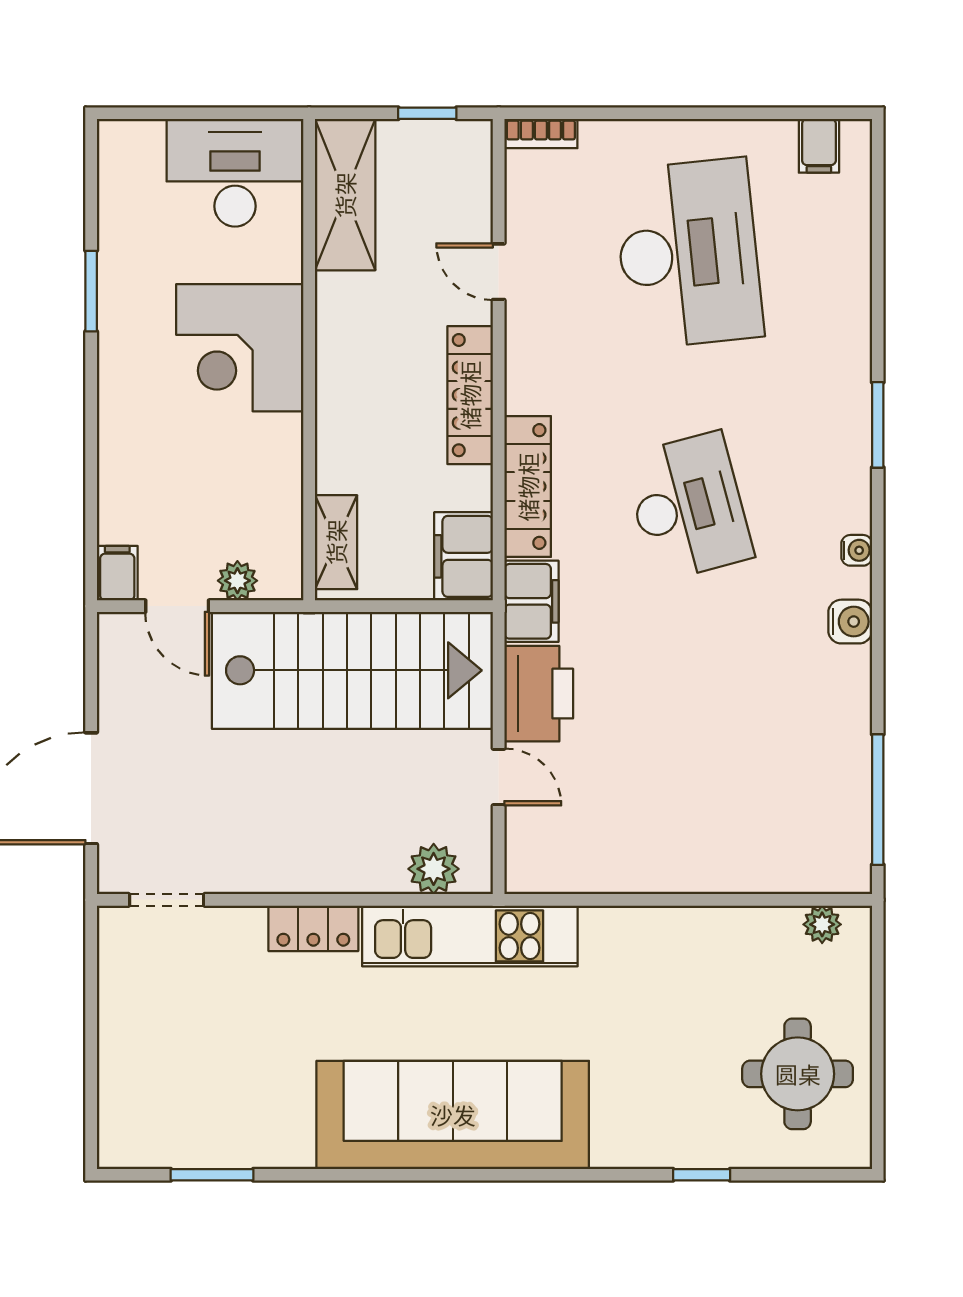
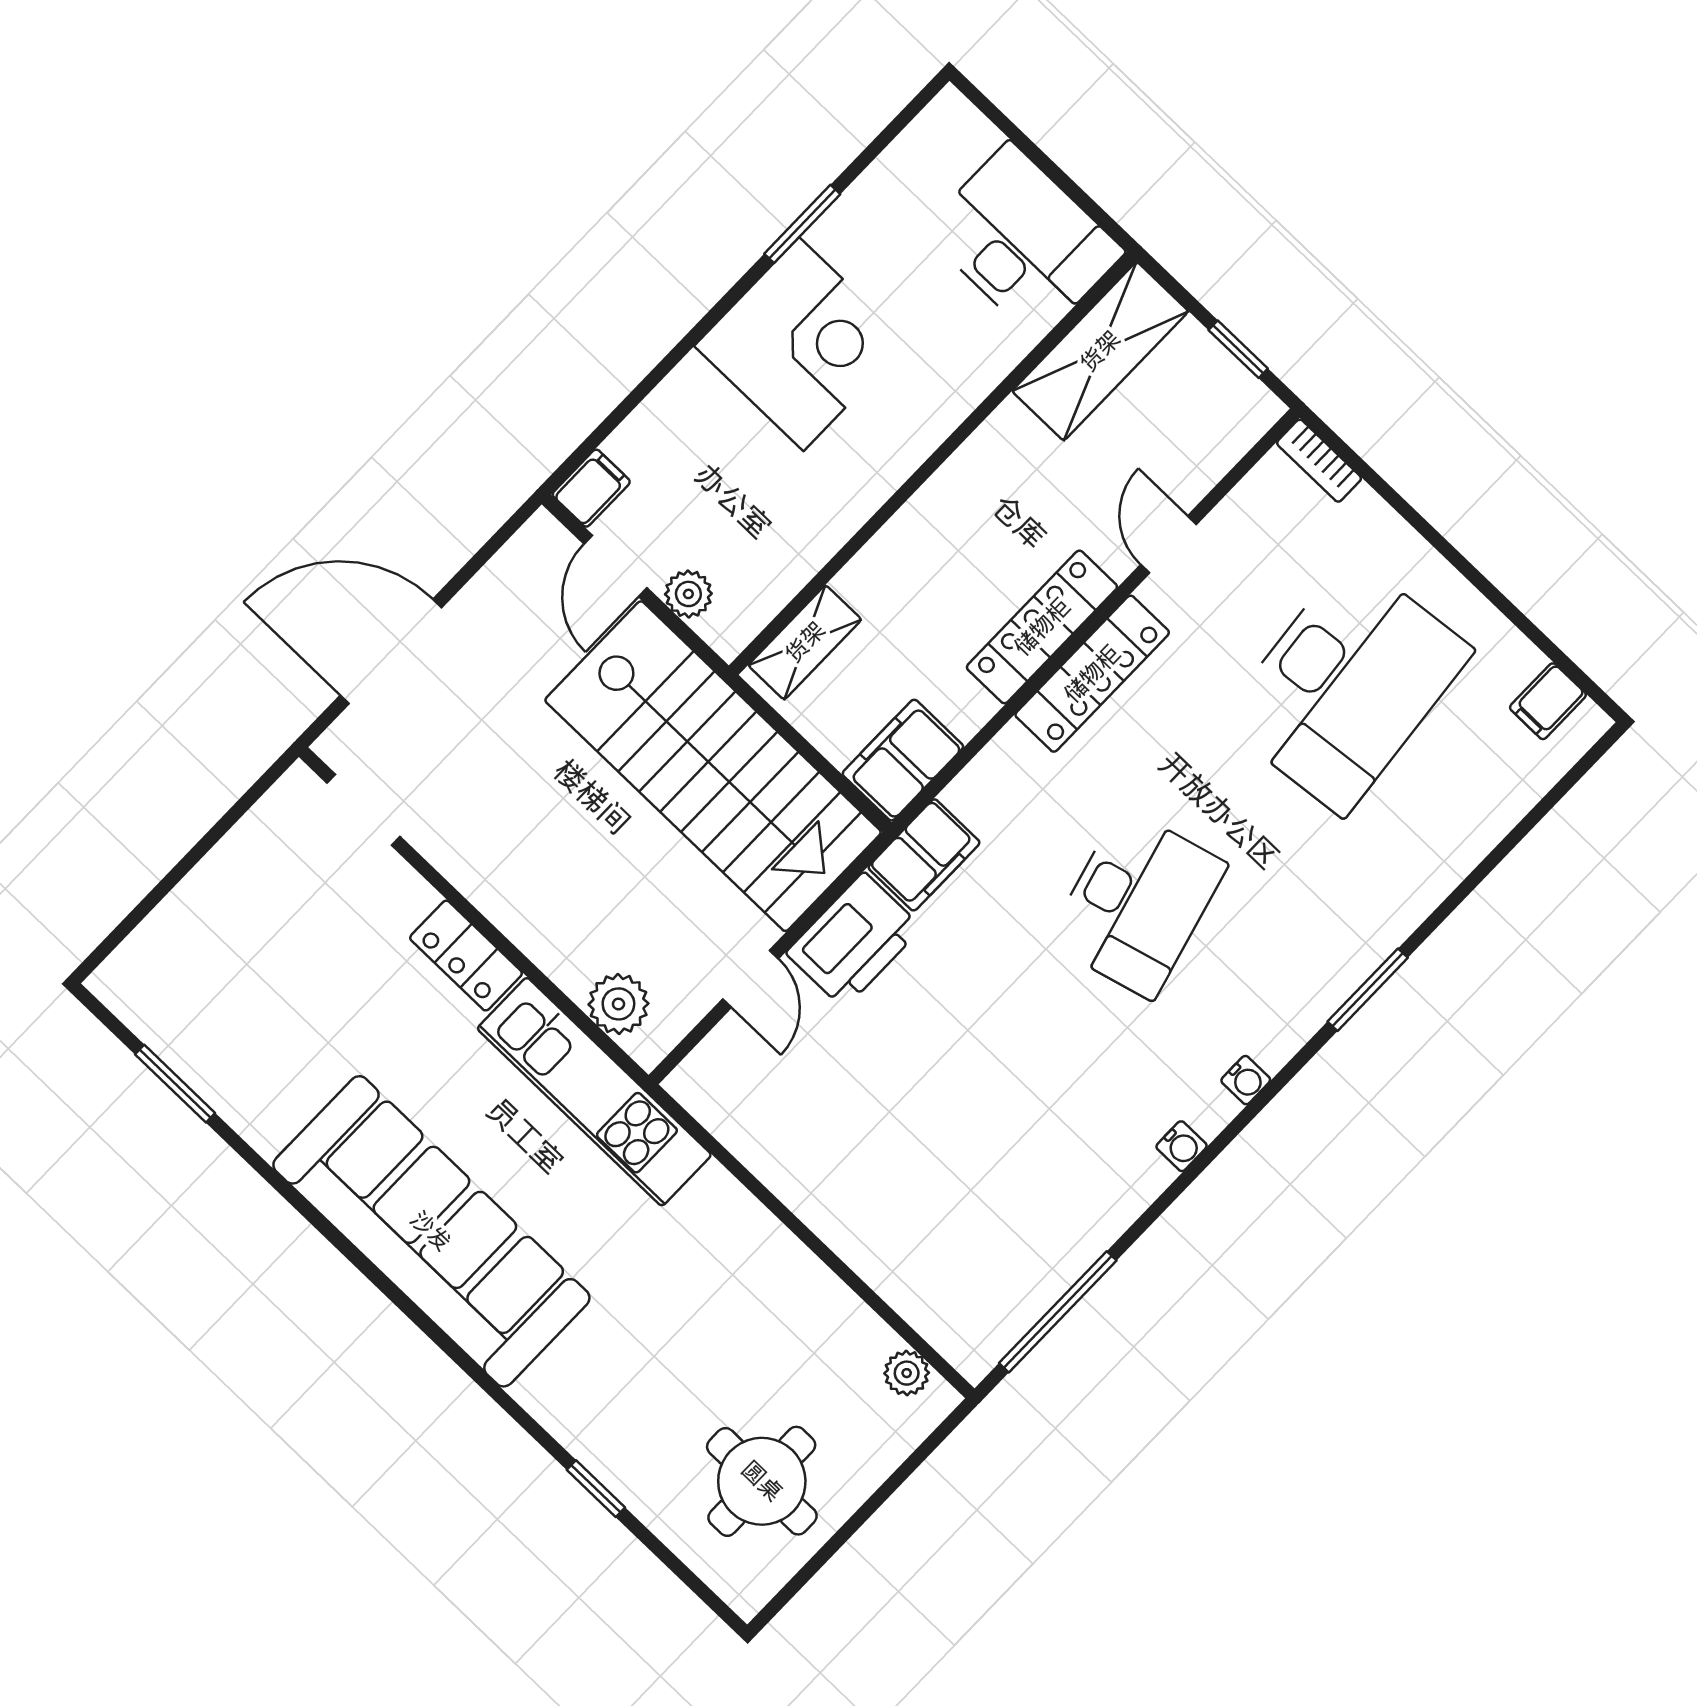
corner desk: (240, 348) -> (801, 344), moved, turned 180
locker: (528, 487) -> (1092, 674), moved
water cooler: (850, 622) -> (1181, 1146), width x0.72, depth x0.72

